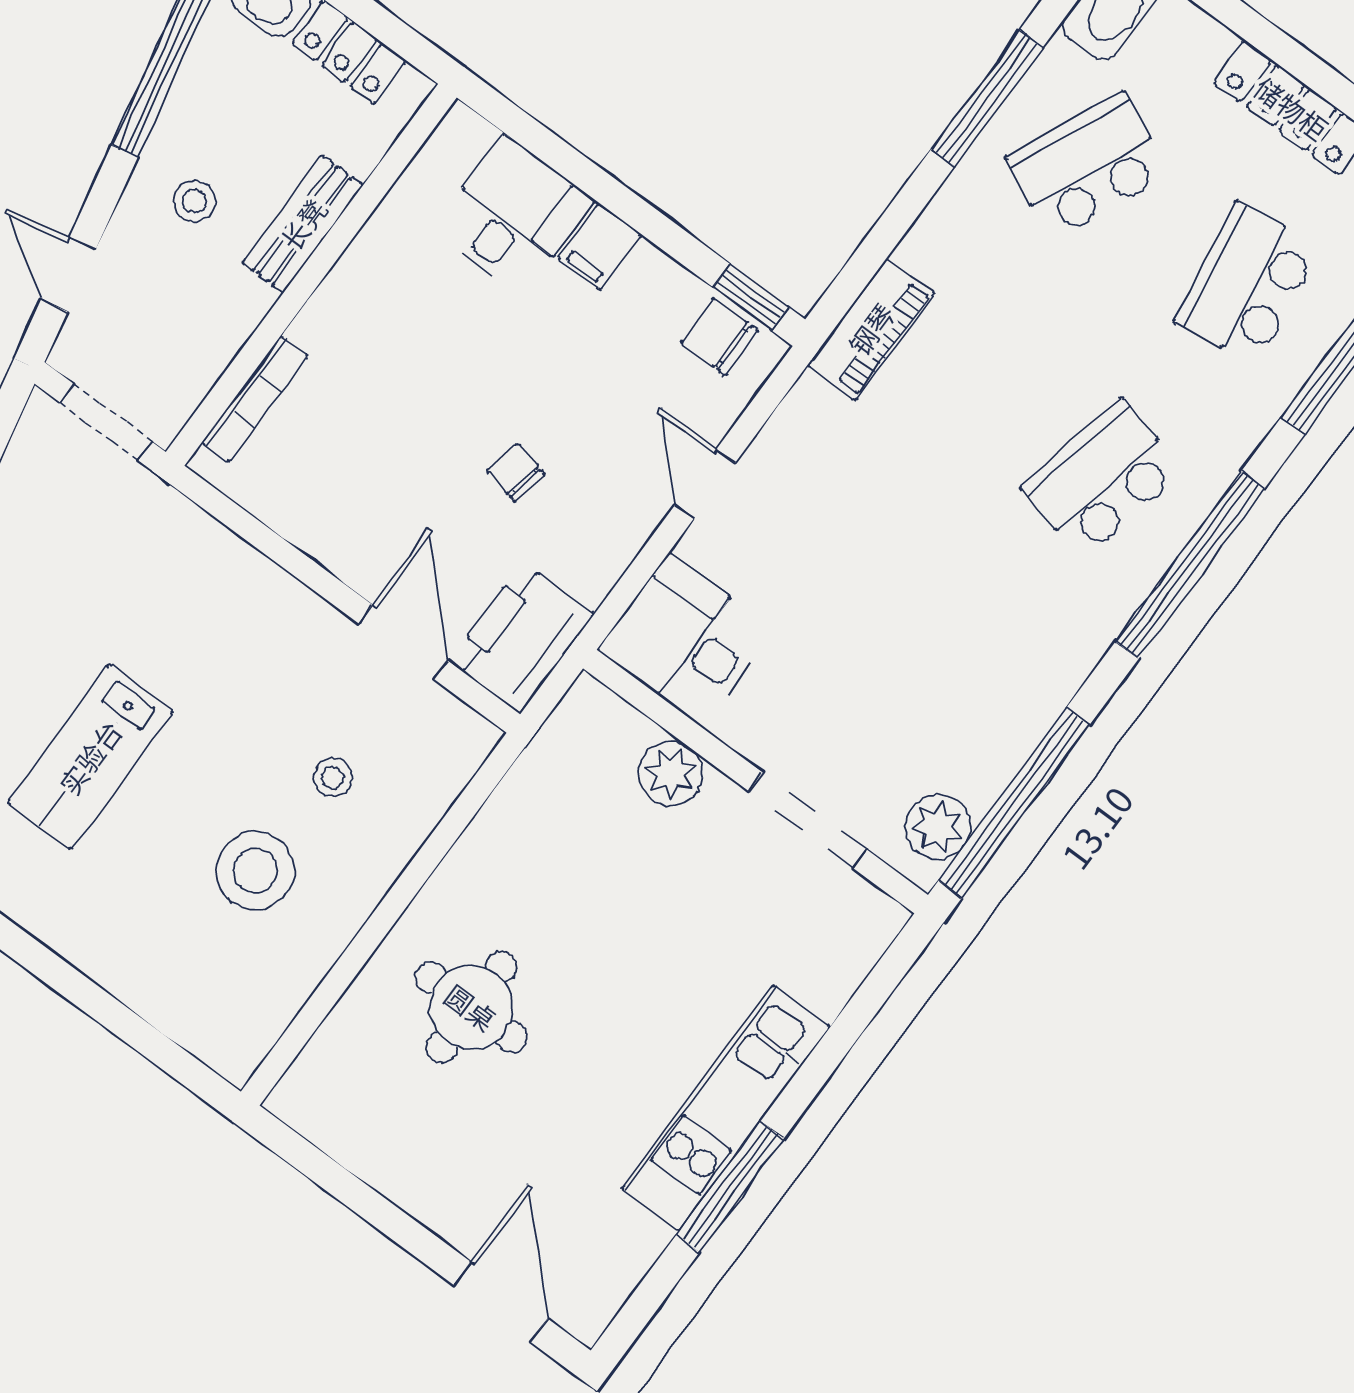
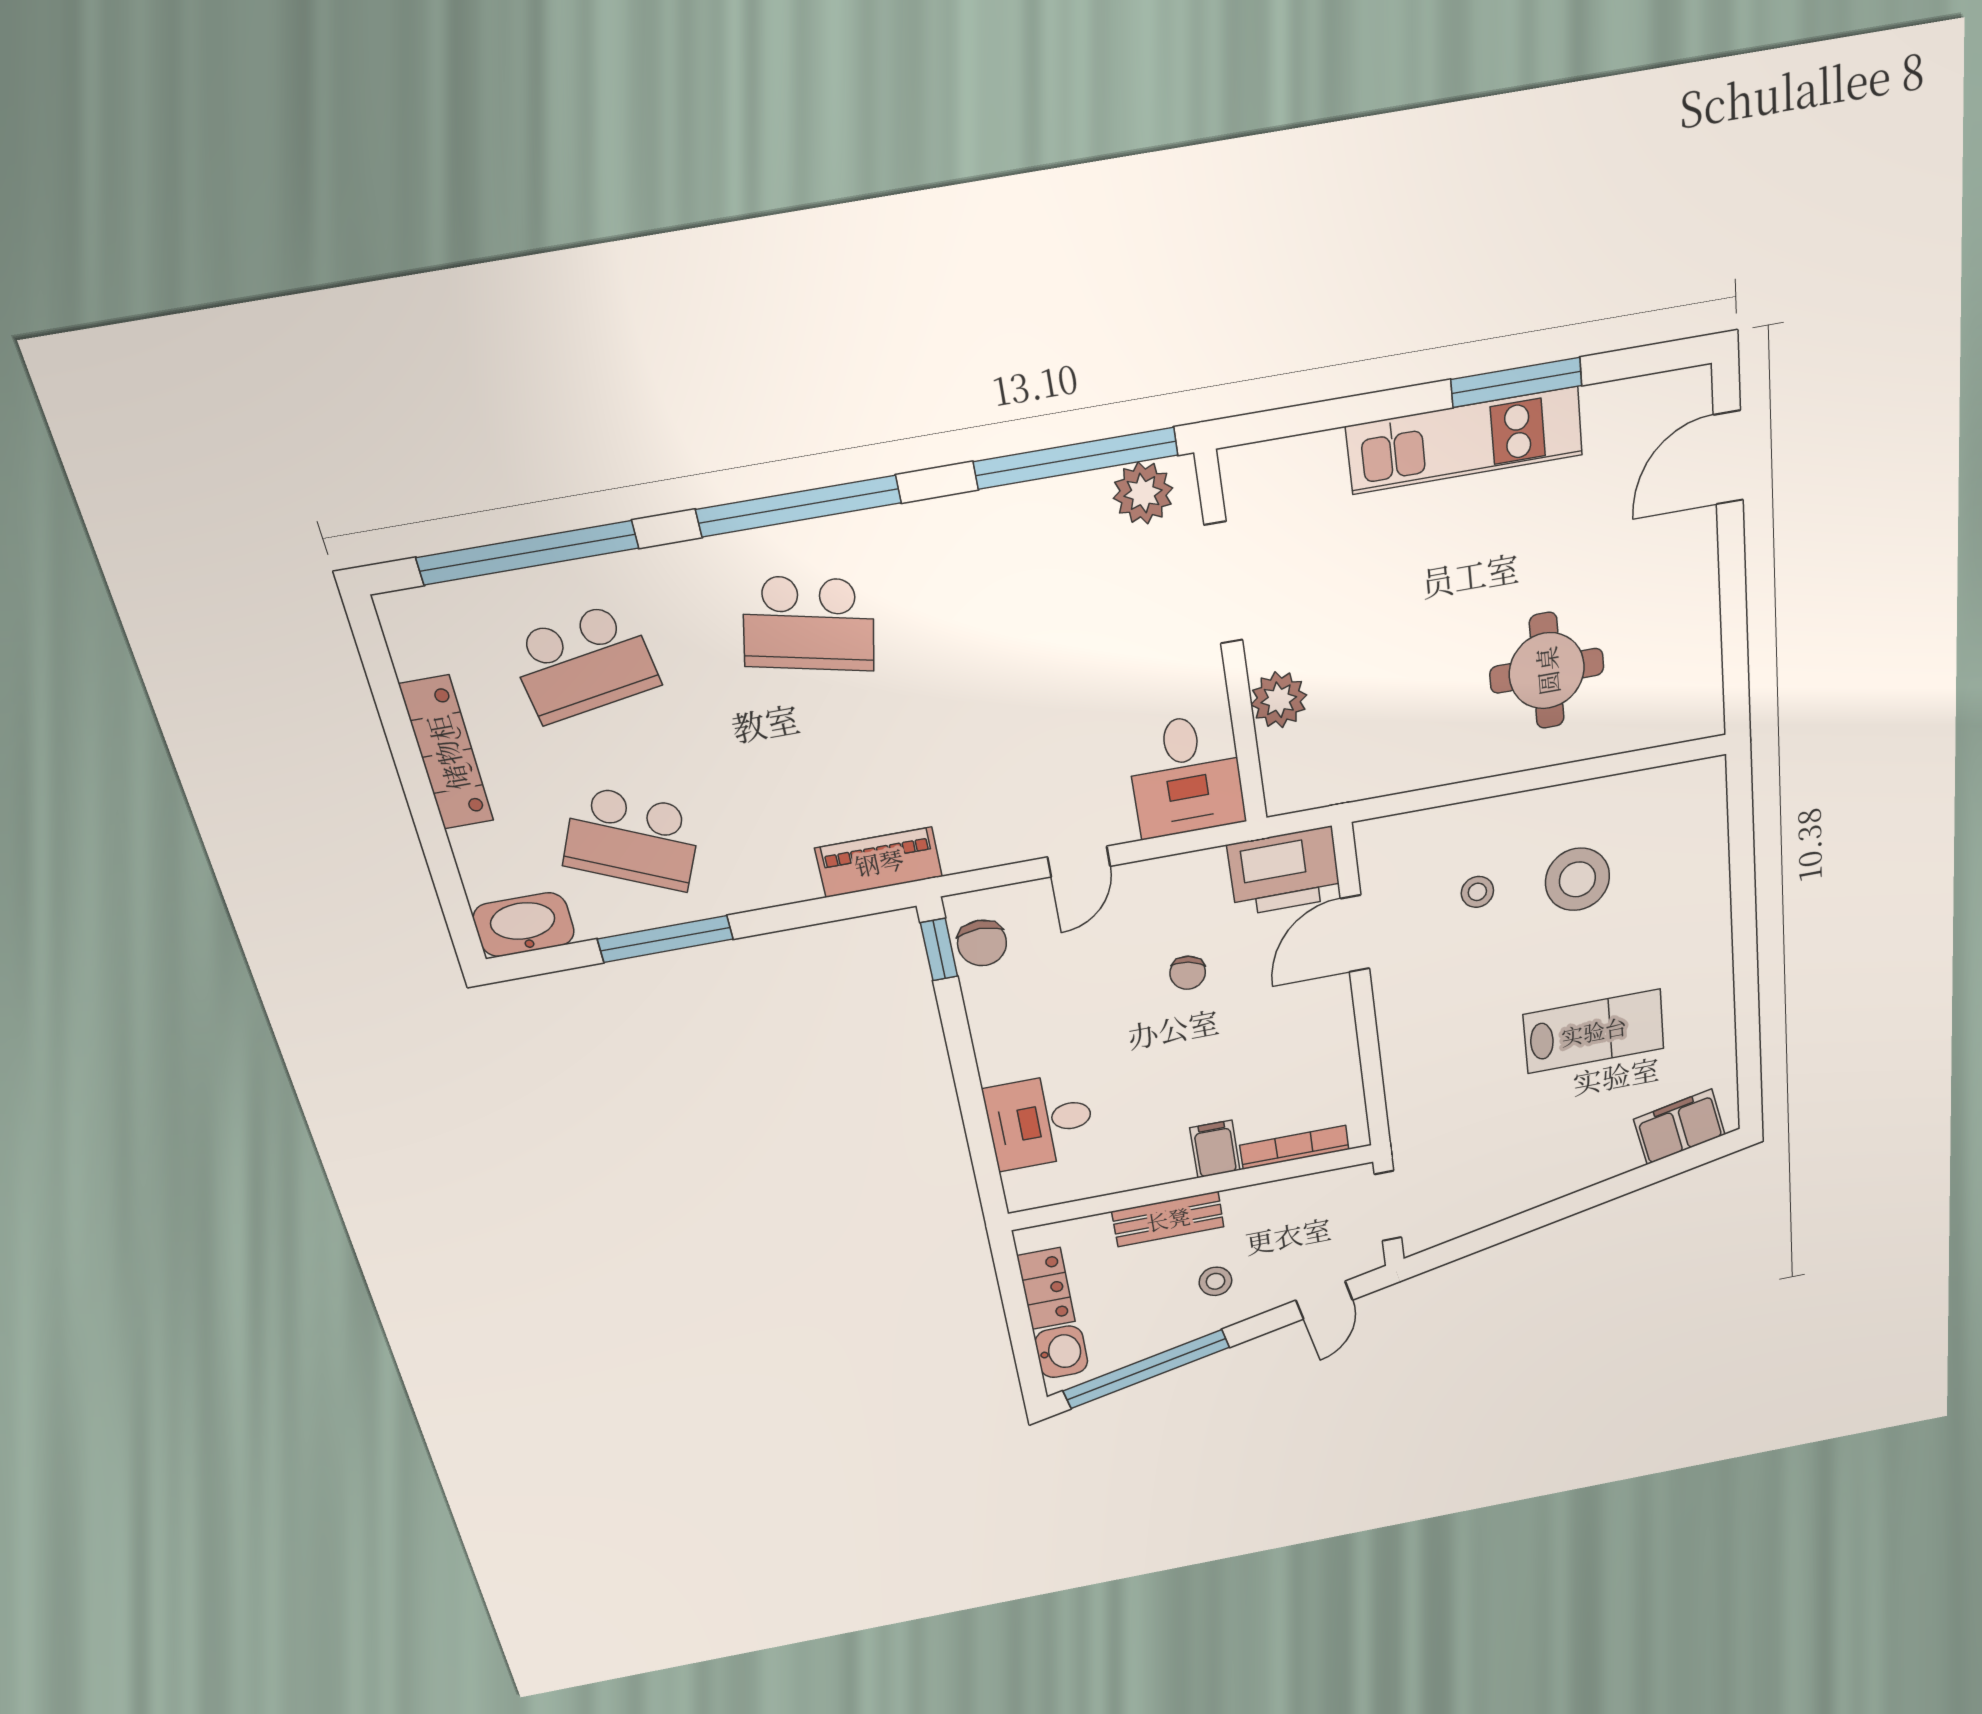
filing cabinet: (599, 247) -> (1215, 1149), moved, turned -90

